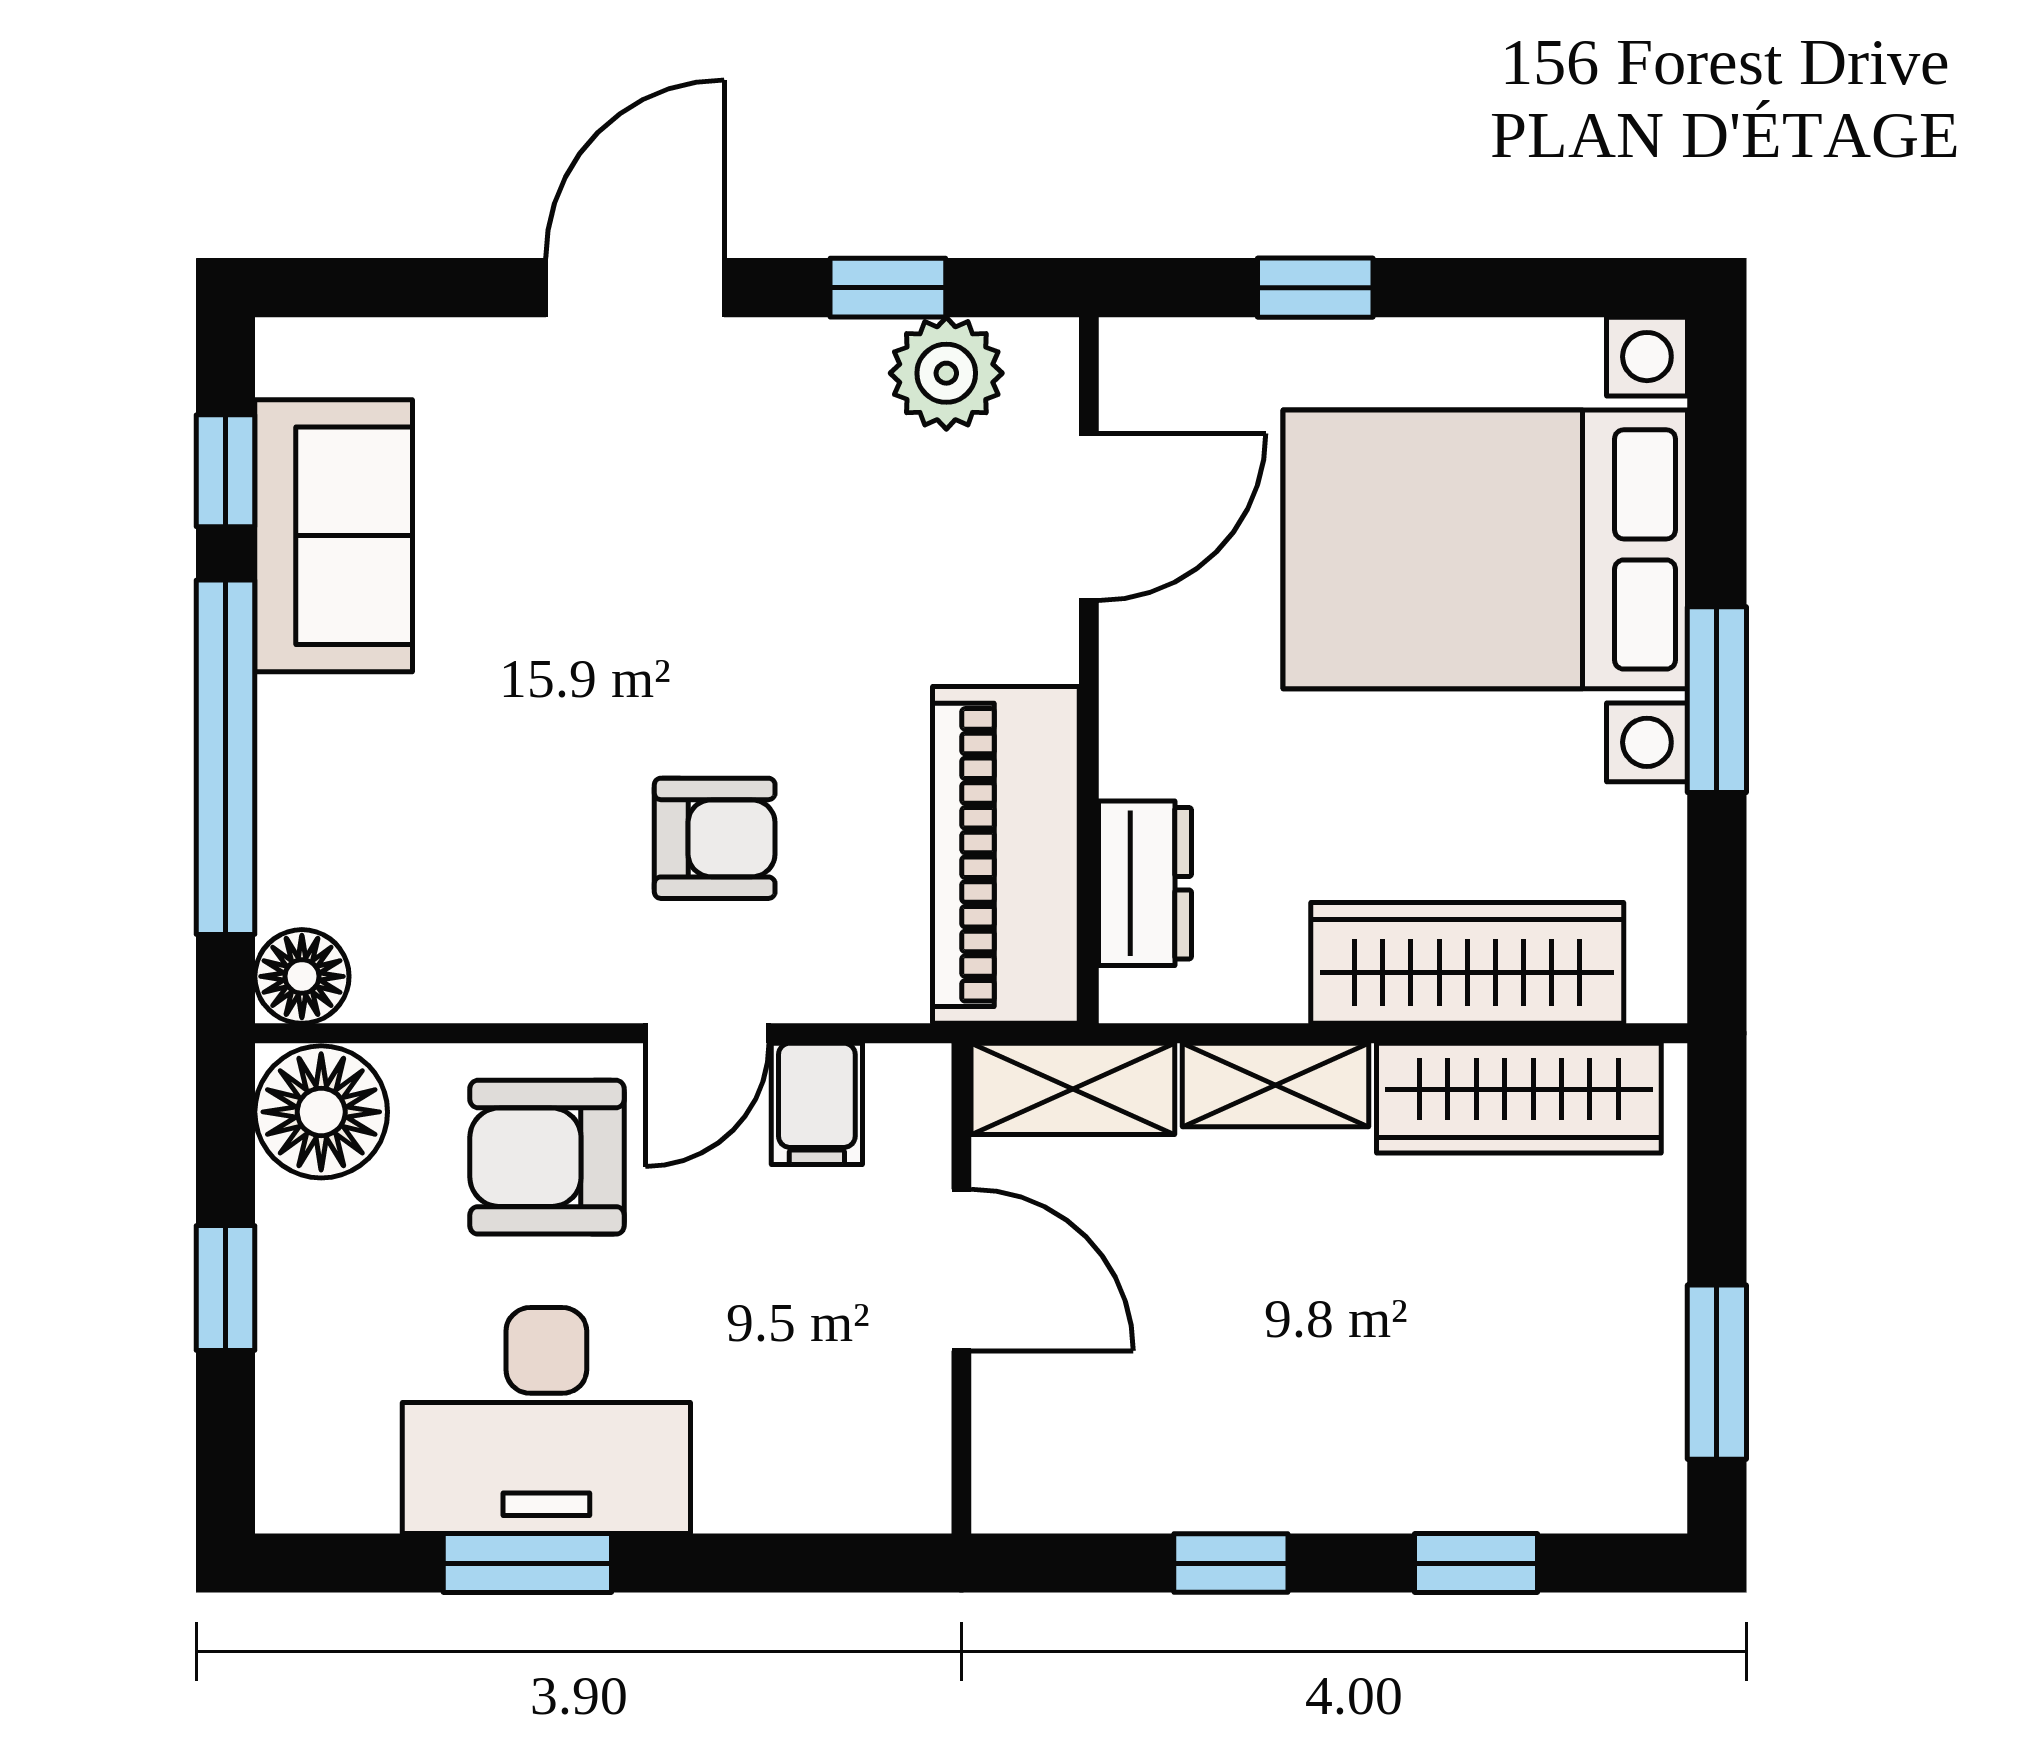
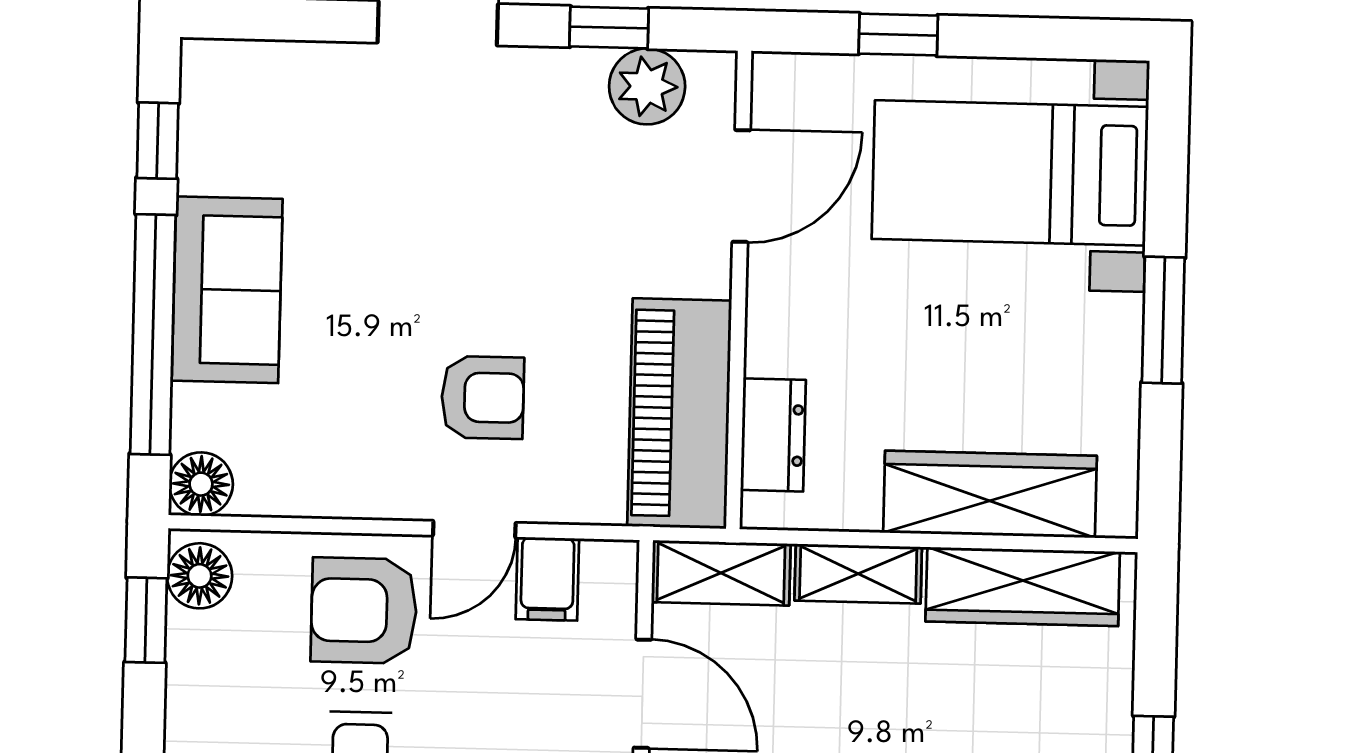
sofa: (334, 536) -> (227, 290), moved
bed with nightstands: (1485, 549) -> (1010, 173), width x0.73
floor lamp: (321, 1112) -> (200, 576), width x0.73, depth x0.73
window: (226, 1288) -> (146, 620), moved

